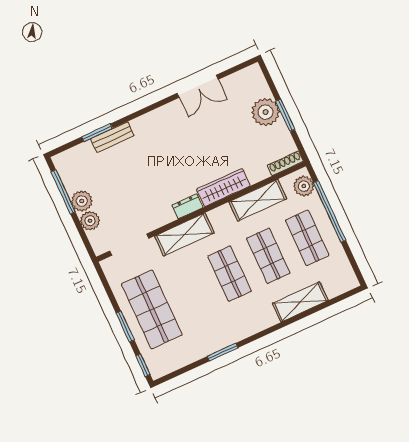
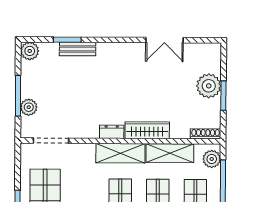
window: (63, 192) -> (18, 96), moved
plant: (82, 201) -> (30, 51), moved
shelving: (184, 234) -> (120, 153), moved

